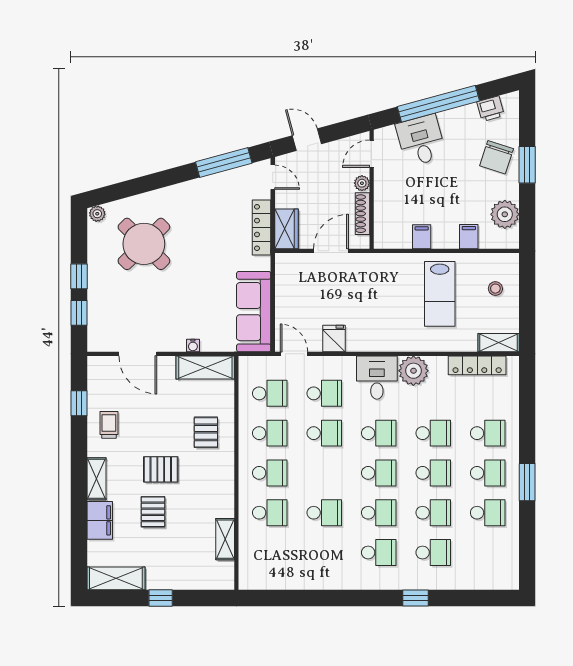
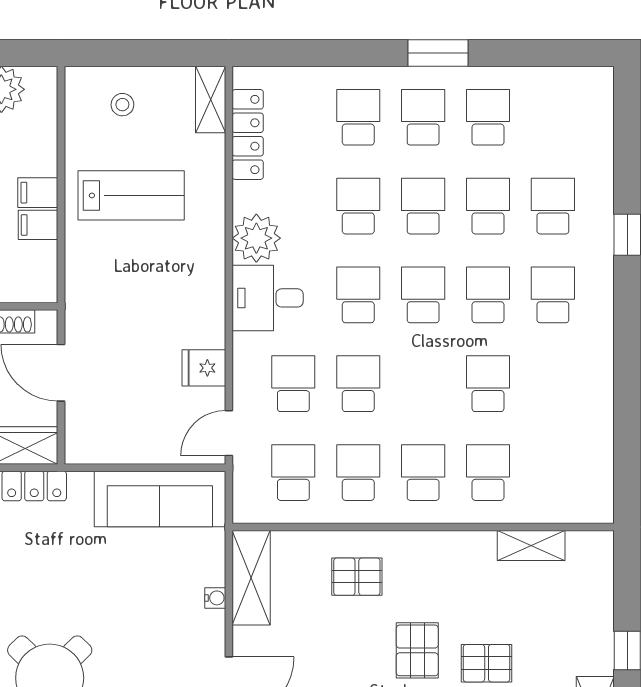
filing cabinet: (469, 237) -> (38, 193), moved

